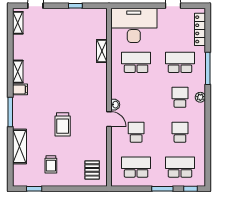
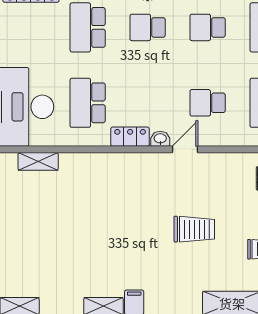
shelving: (102, 51) -> (38, 161), moved
locker: (116, 87) -> (130, 137), added

